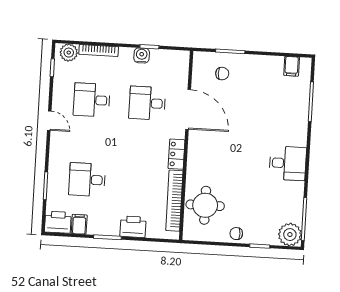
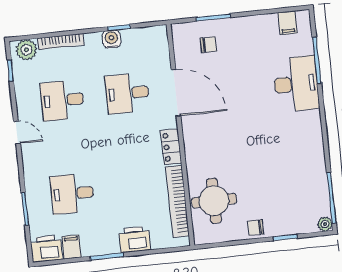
desk: (288, 163) -> (296, 84), moved, width x1.37
plant: (290, 235) -> (325, 224), width x0.53, depth x0.53

